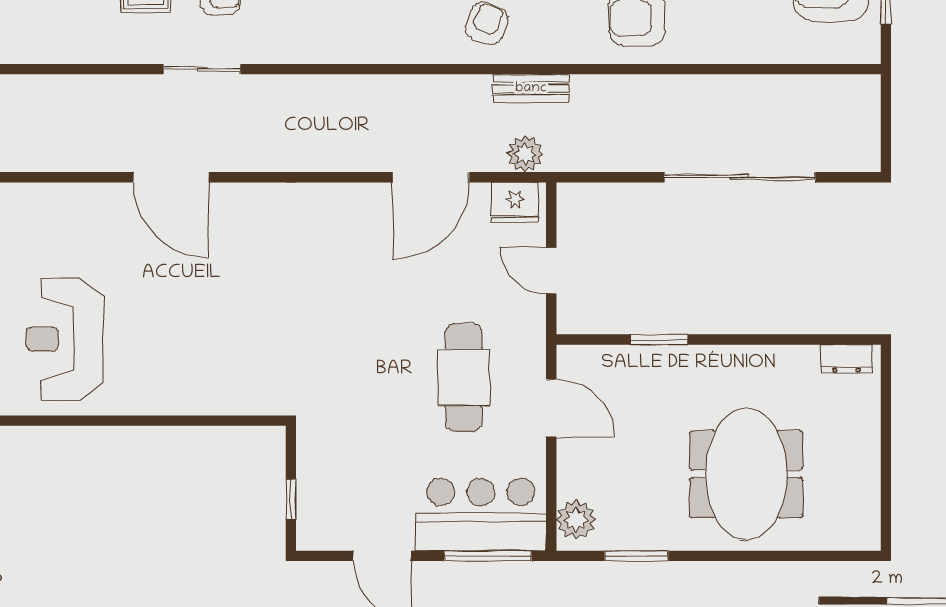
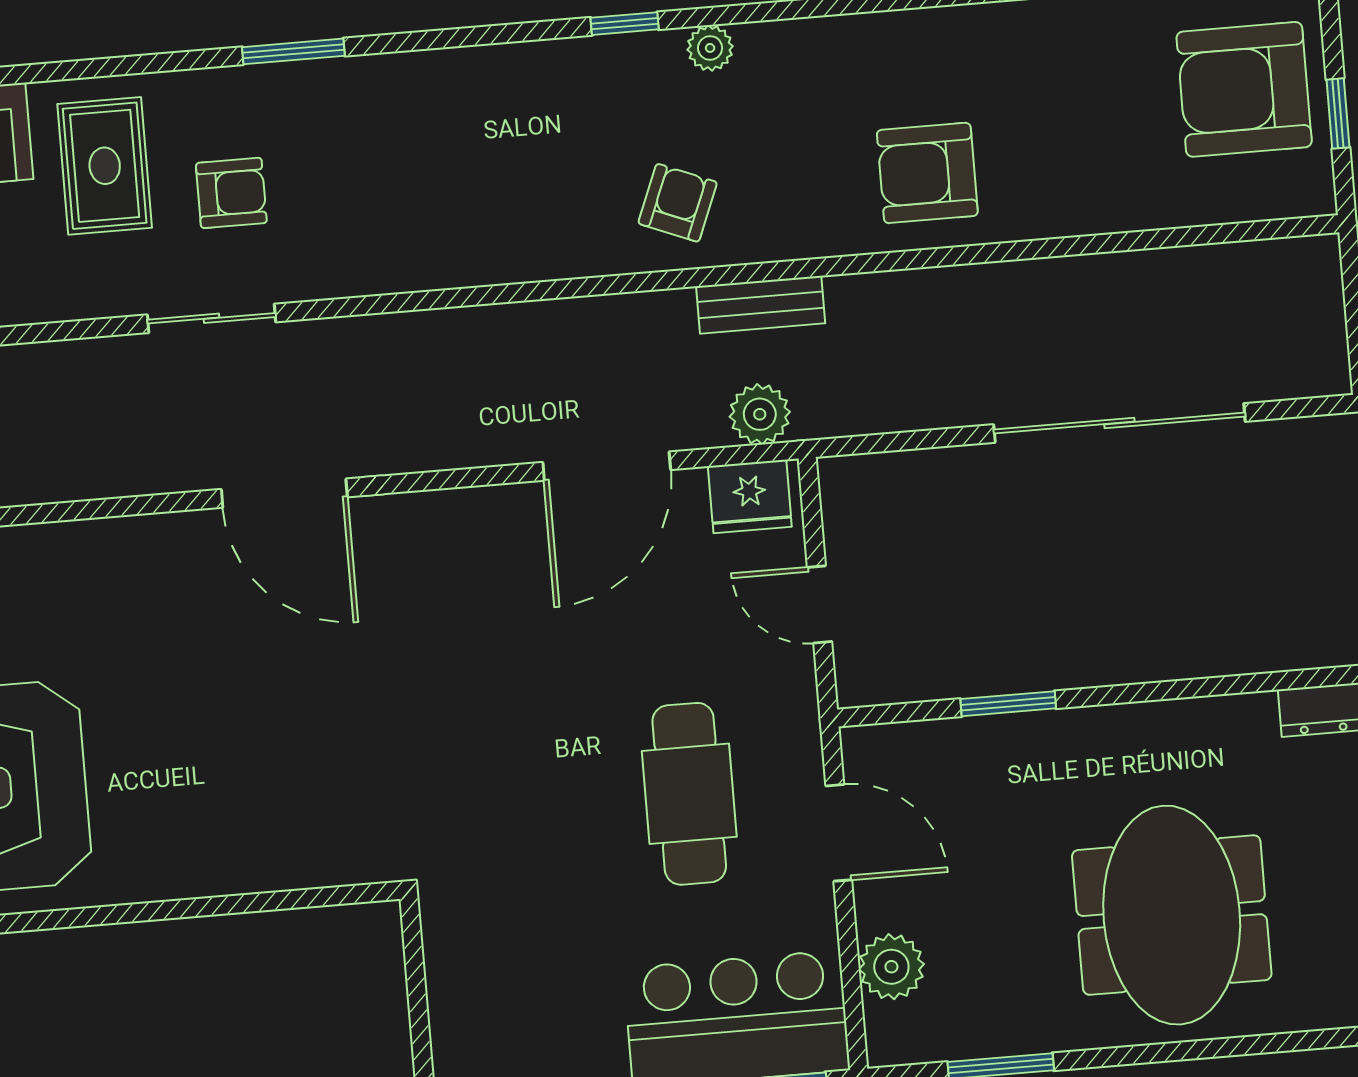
door: (171, 177) -> (284, 493), moved
window: (291, 499) -> (419, 1021), removed
plant: (576, 520) -> (891, 967), moved

